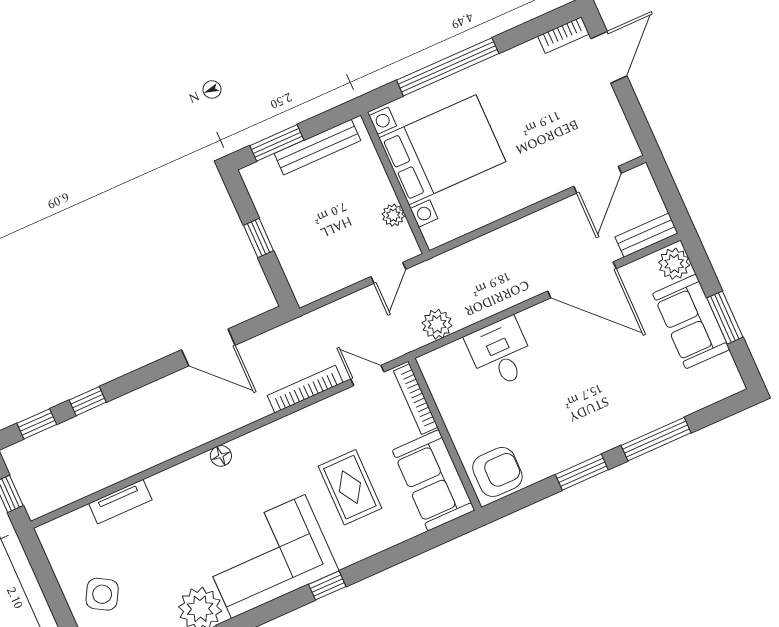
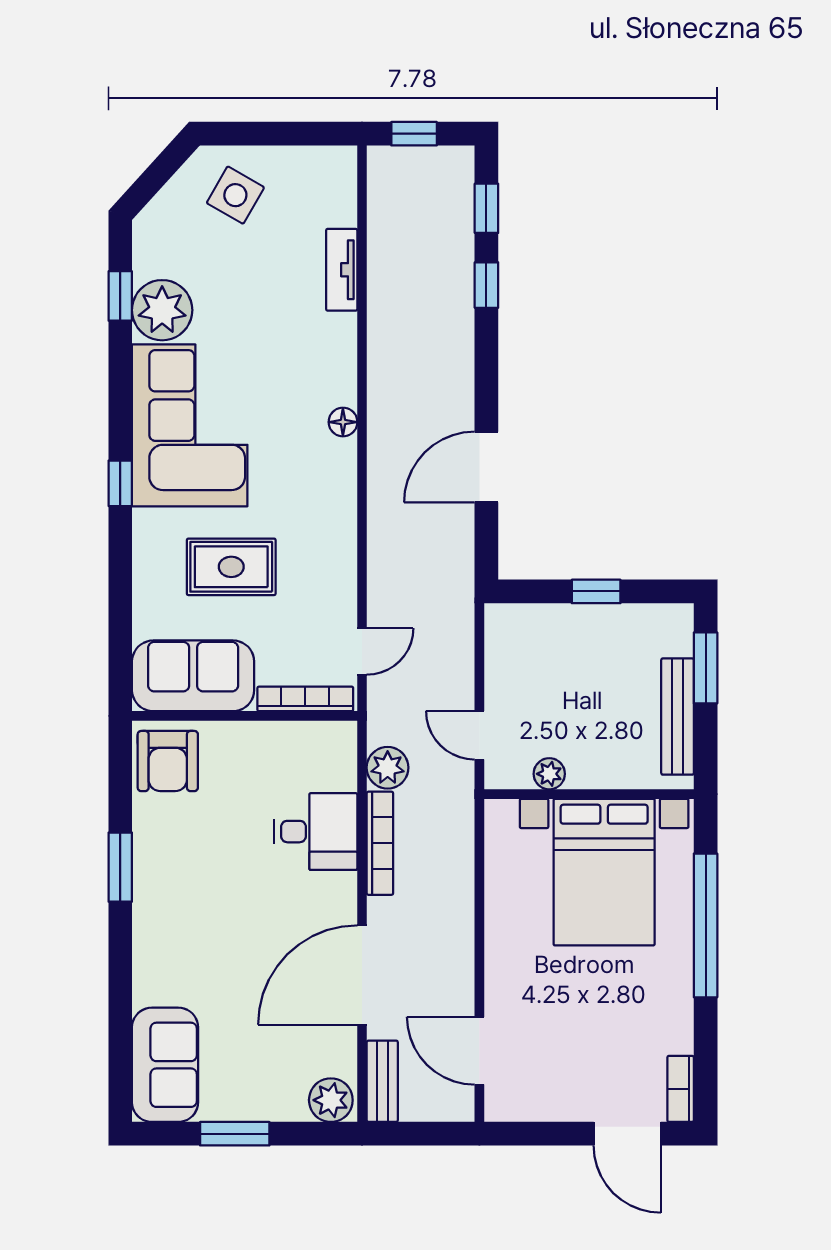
sofa: (691, 322) -> (165, 1065), moved, turned 90
bookcase: (305, 389) -> (380, 843), moved
window: (656, 439) -> (120, 979), removed

